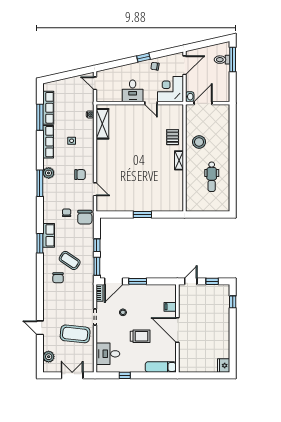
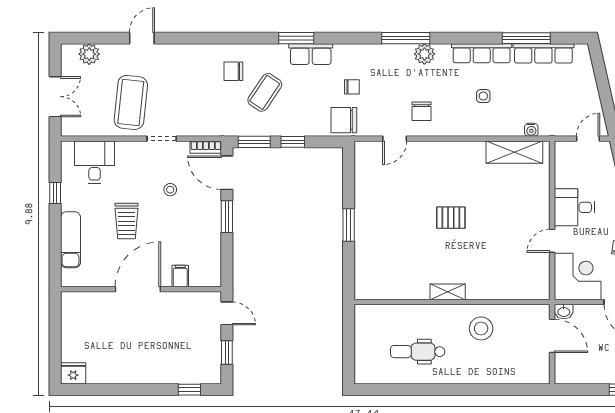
pallet: (173, 137) -> (451, 218), moved
exam couch: (161, 367) -> (70, 240), moved

